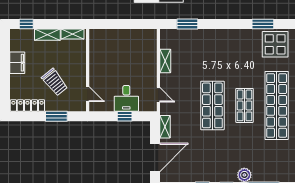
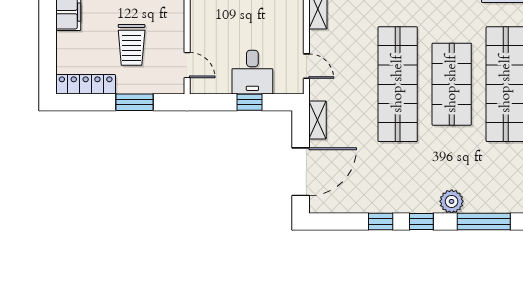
trolley: (55, 82) -> (132, 45), turned 39
shop shelf: (212, 105) -> (398, 84), width x1.40
shop shelf: (245, 105) -> (452, 84), width x1.43, depth x1.36

